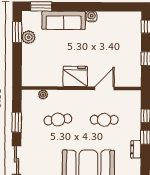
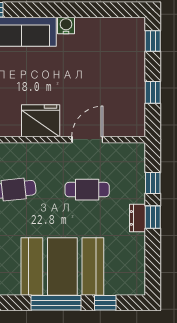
dresser: (136, 149) -> (137, 218), moved

